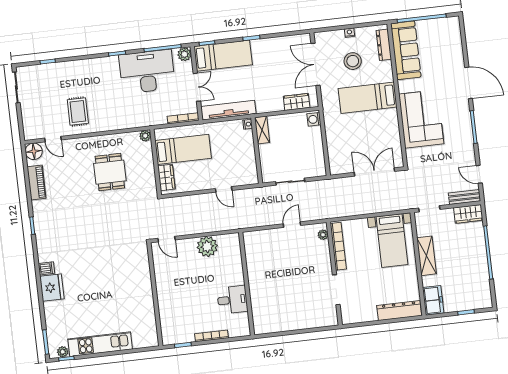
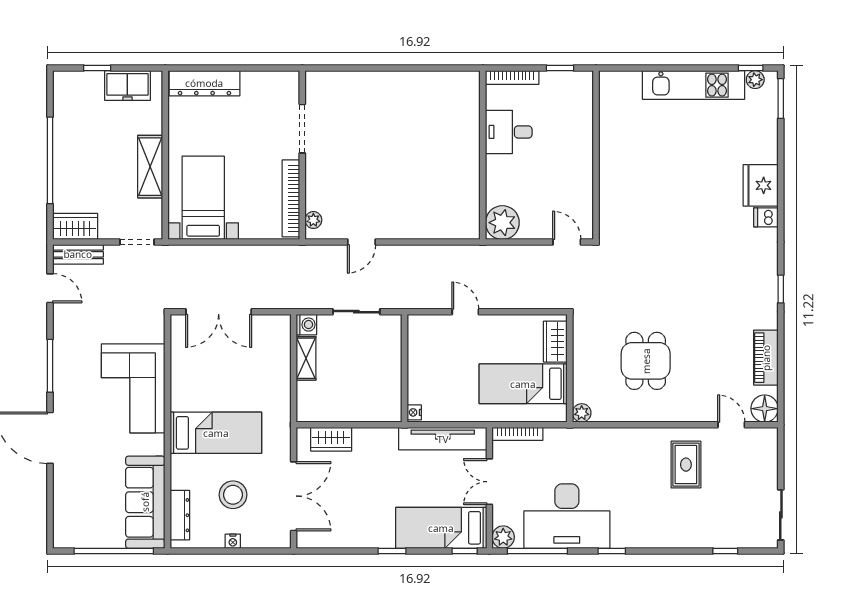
washing machine: (314, 119) -> (306, 325), moved
shelving: (262, 130) -> (306, 358), moved
wall: (247, 284) -> (483, 155), moved
desk: (232, 300) -> (509, 132), moved
freezer: (433, 300) -> (127, 86), moved, turned -90

